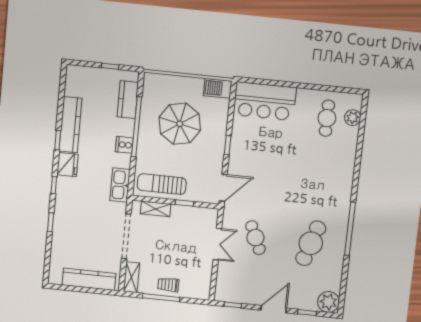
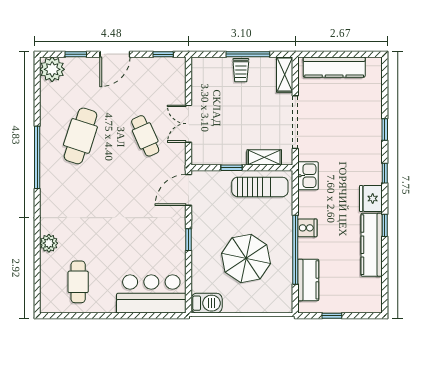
plant: (353, 118) -> (49, 243), moved
kitchen sink: (120, 185) -> (308, 176), width x0.73
trolley: (168, 285) -> (241, 70), turned 90

